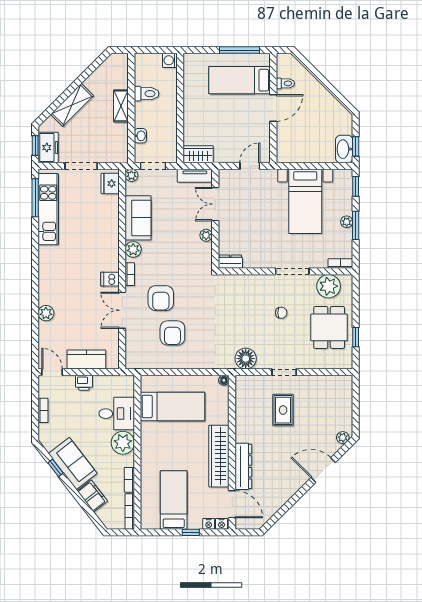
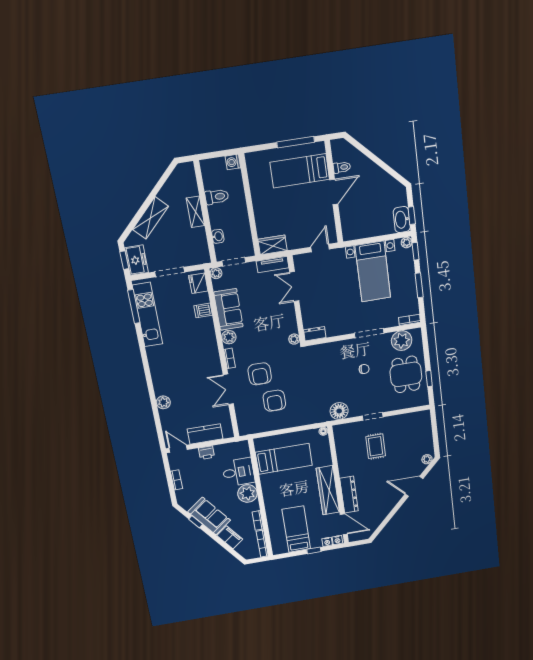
plant: (347, 222) -> (407, 242), moved
plant: (206, 235) -> (294, 339), moved
dishwasher: (110, 279) -> (203, 310), moved

